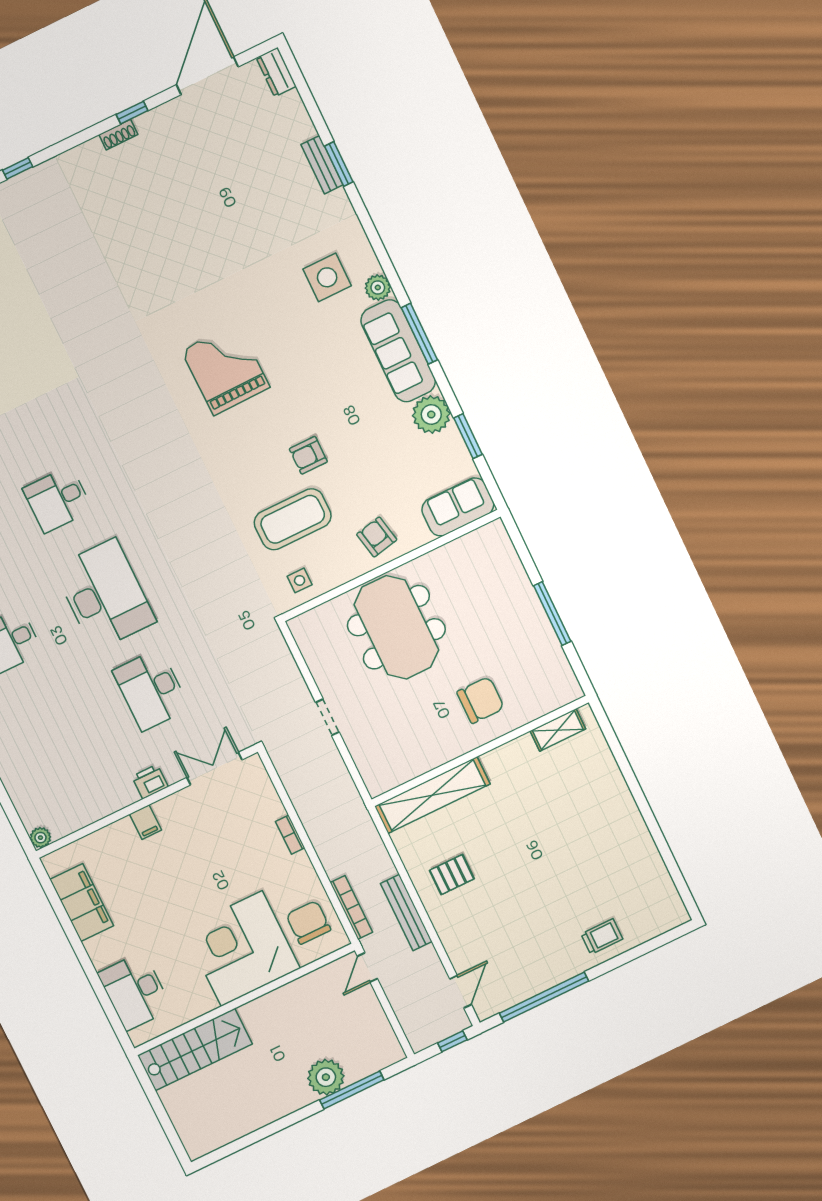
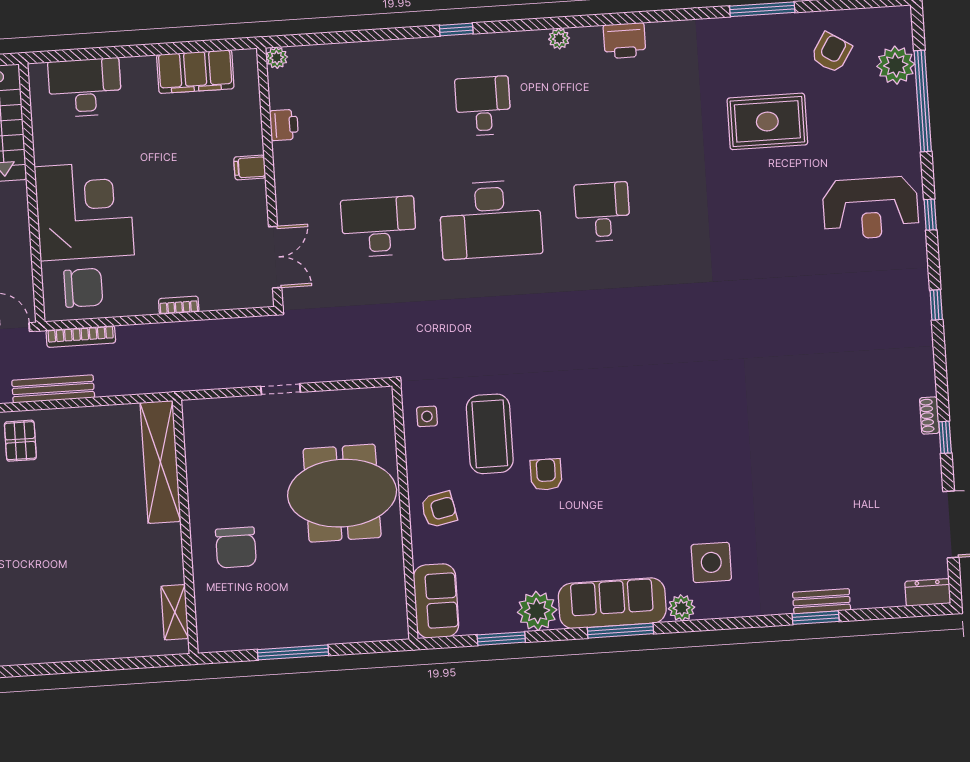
grand piano: (226, 369) -> (663, 428), removed
printer: (150, 782) -> (284, 125), moved
pallet: (452, 875) -> (20, 441), moved

